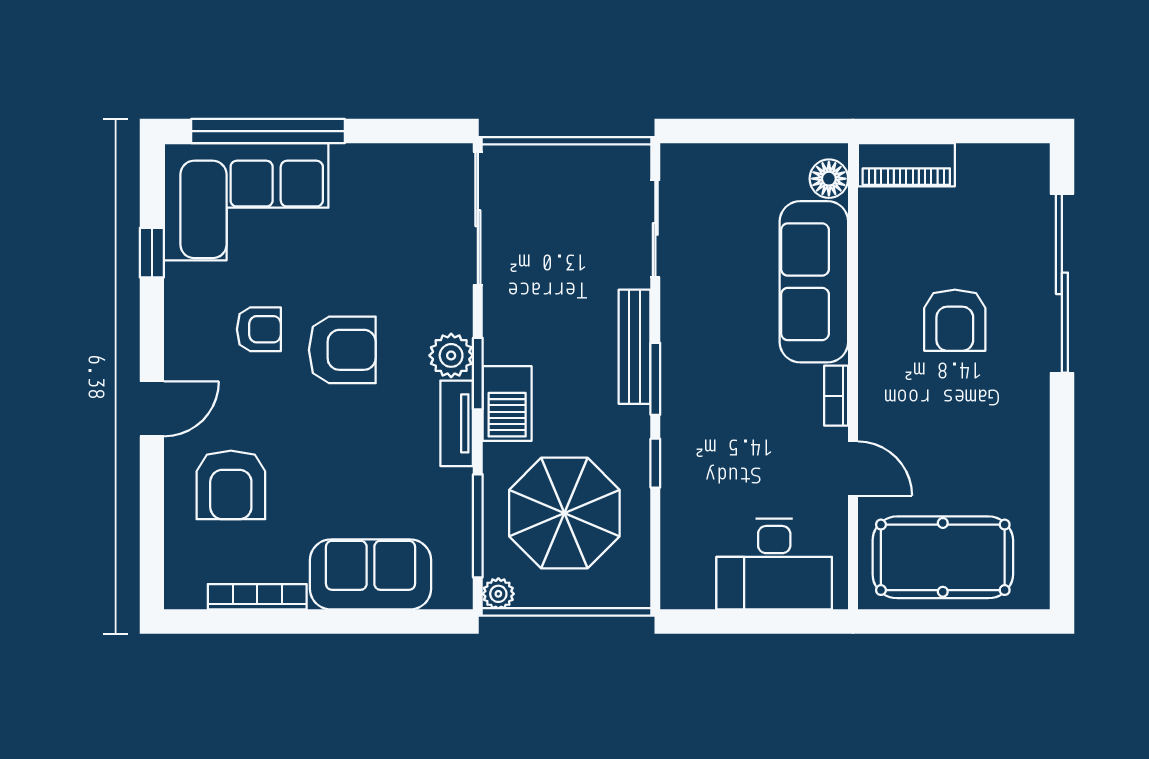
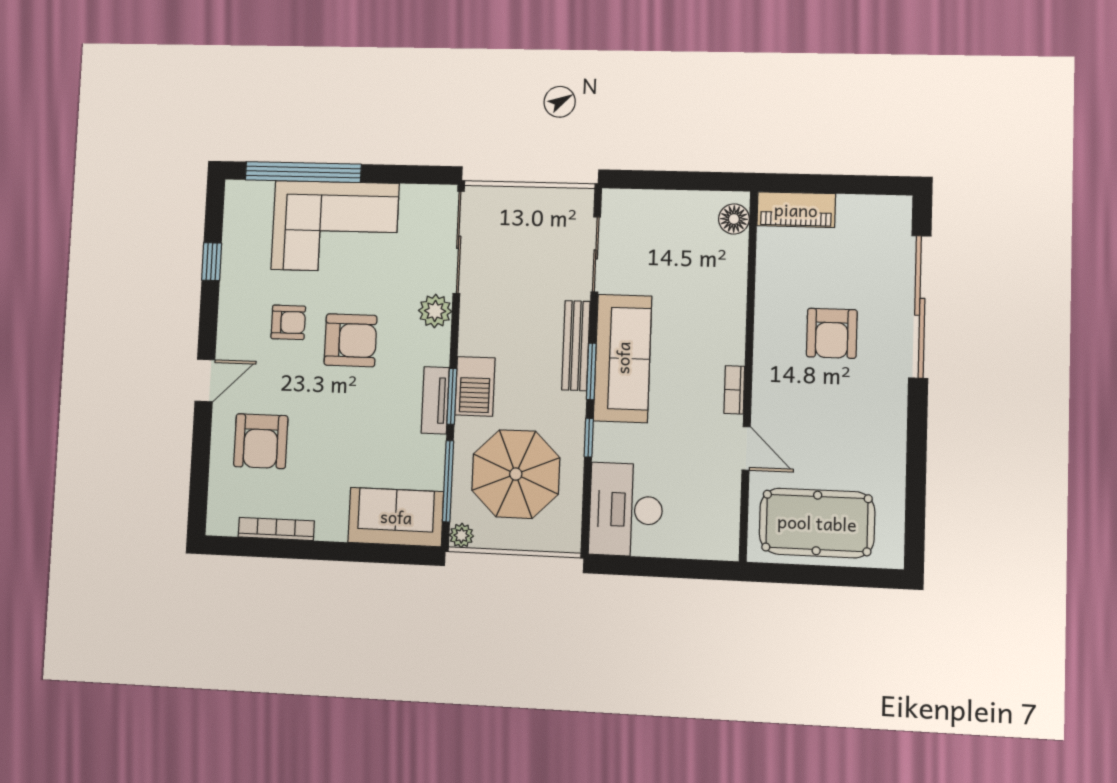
corner sofa: (246, 202) -> (335, 226), moved
sofa: (814, 282) -> (623, 358), moved, turned 180
plant: (451, 355) -> (435, 311), moved
window: (478, 374) -> (452, 396), moved
desk: (774, 564) -> (626, 510), moved, turned 90
sofa: (371, 574) -> (396, 517), moved

